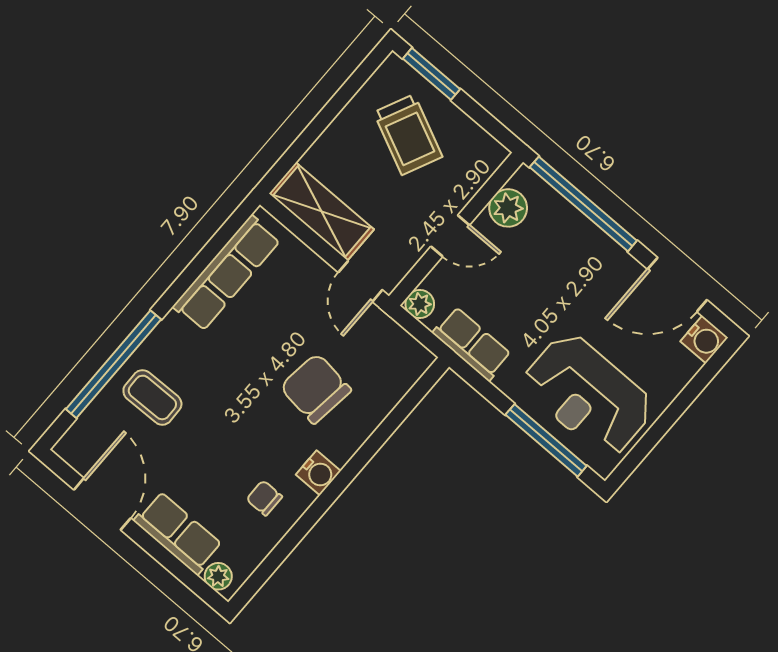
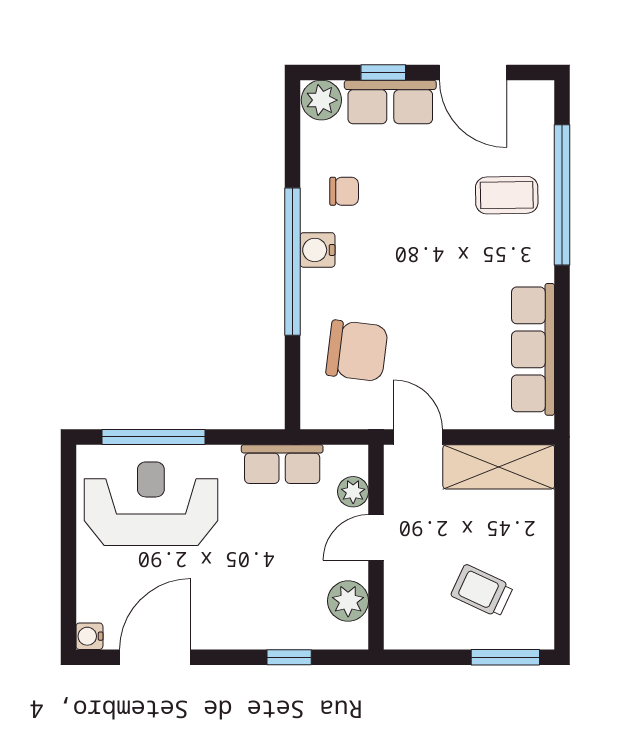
trolley: (408, 134) -> (482, 591), width x0.73, depth x0.72
window: (583, 204) -> (289, 657), width x0.32
plant: (420, 304) -> (353, 492), moved
water cooler: (704, 339) -> (89, 636), width x0.72, depth x0.72
chair: (316, 388) -> (357, 351), moved
window: (343, 480) -> (292, 262), added
window: (165, 558) -> (383, 72), added
plant: (218, 576) -> (321, 100), width x1.38, depth x1.38

